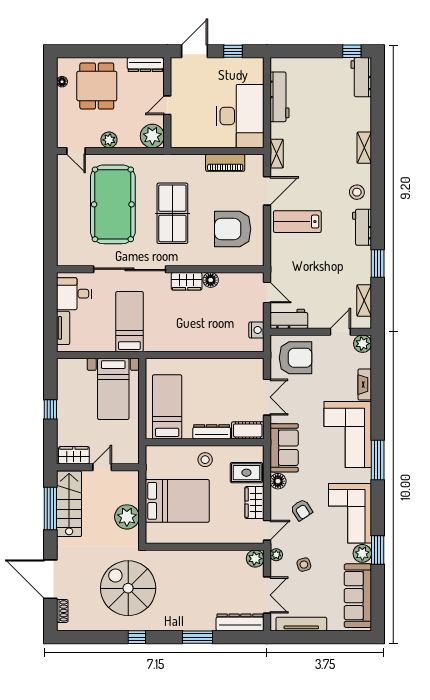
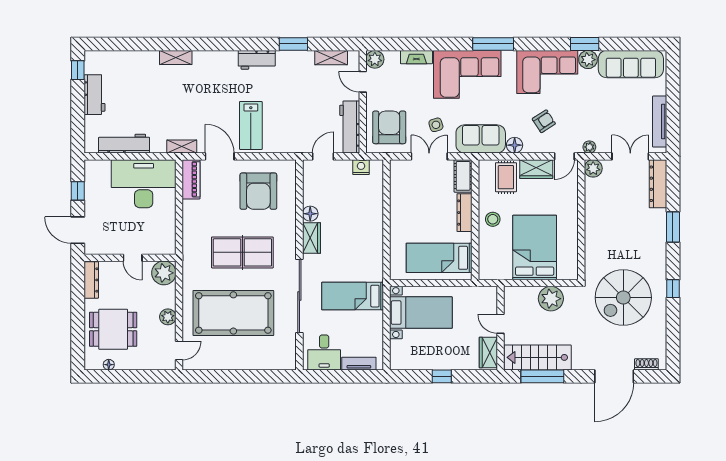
workbench: (361, 77) -> (94, 95), moved, turned -90
piano: (225, 163) -> (191, 179), moved
stool: (357, 192) -> (221, 65), removed
workbench: (289, 319) -> (350, 127), width x1.38
door: (267, 530) -> (564, 156), swing flipped
side table: (304, 565) -> (436, 125), moved

